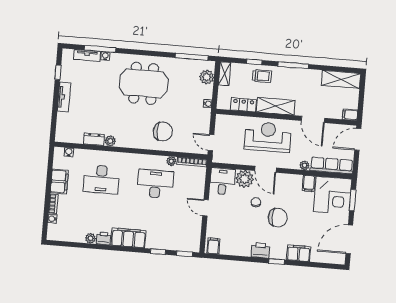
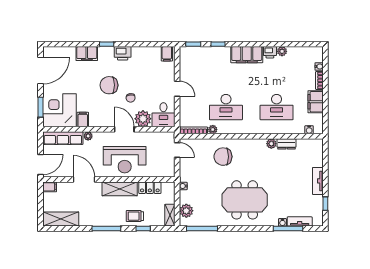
desk: (101, 179) -> (277, 107), turned 180

